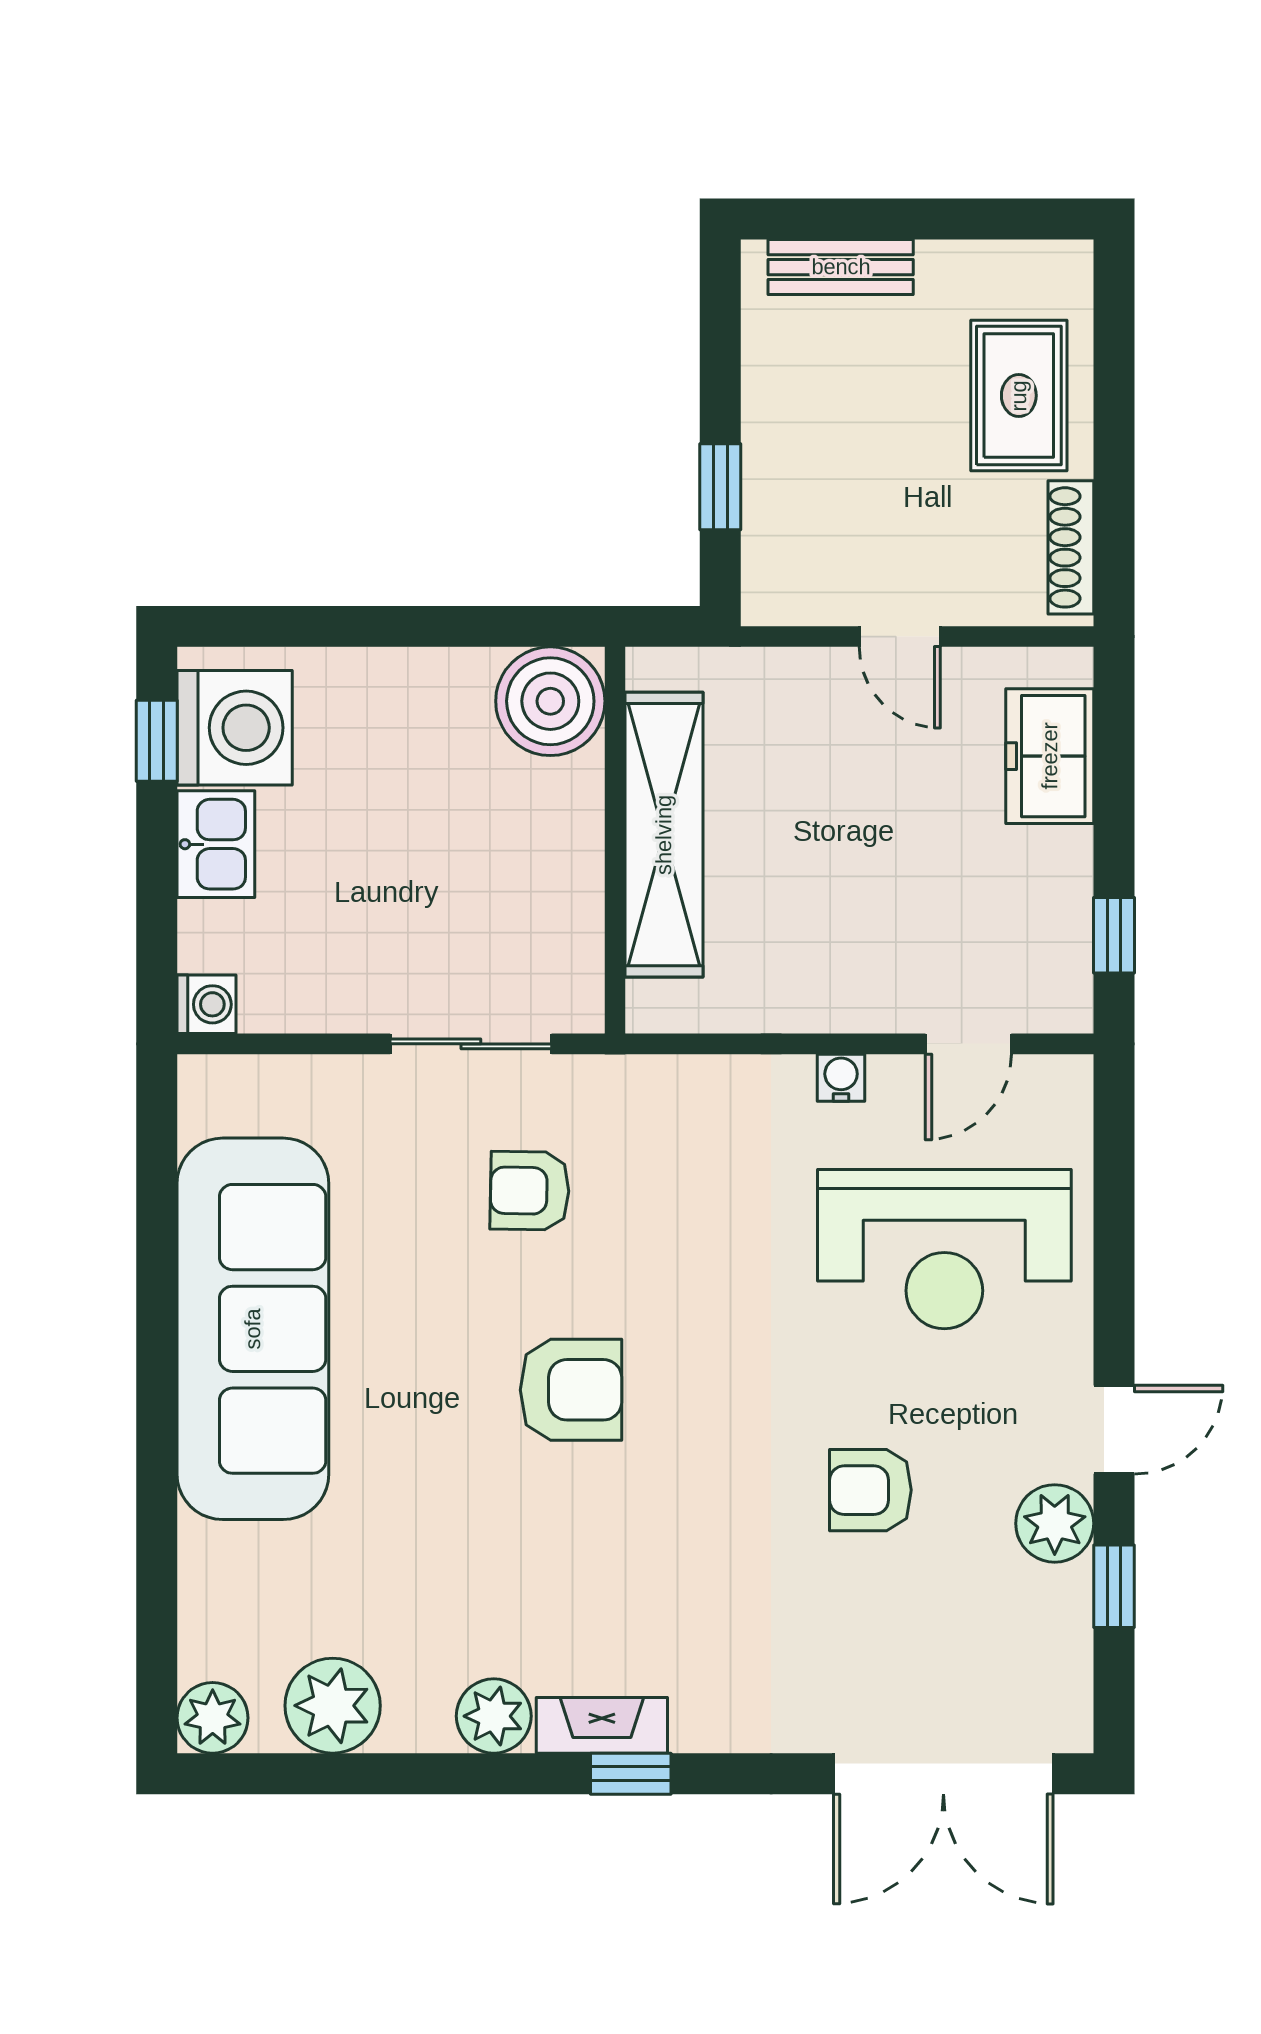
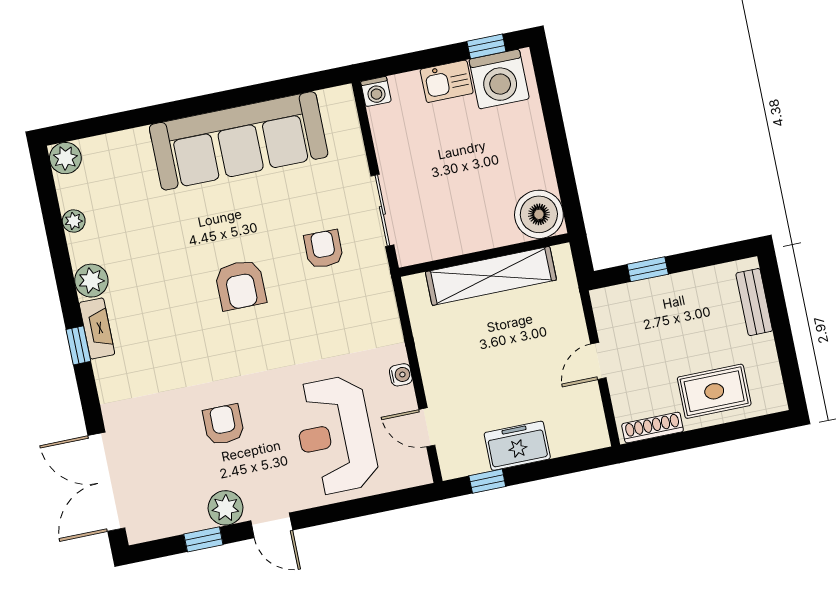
freezer: (1050, 756) -> (517, 446), moved
plant: (333, 1706) -> (74, 221), width x0.53, depth x0.53

